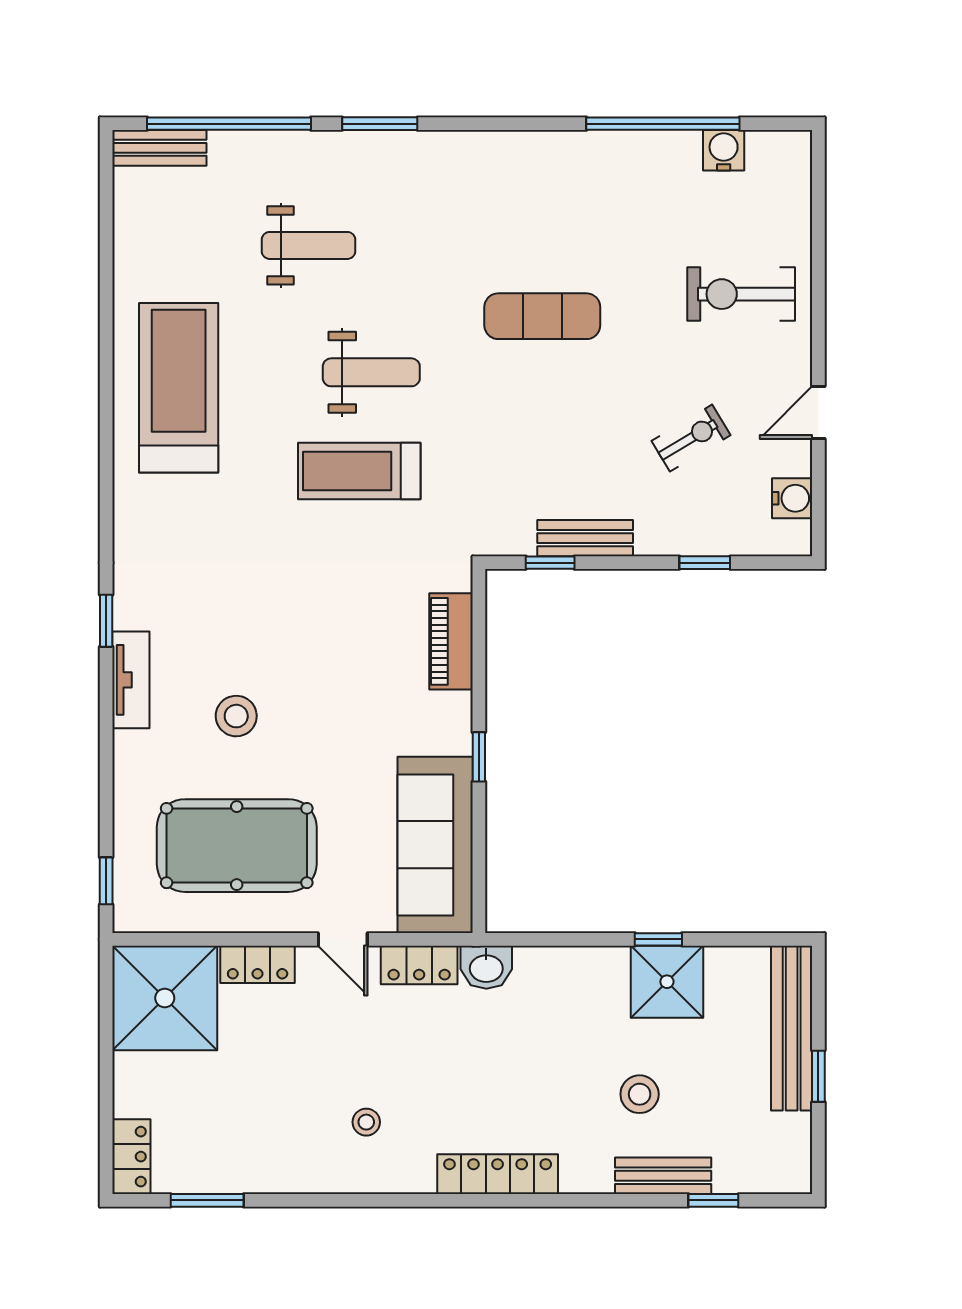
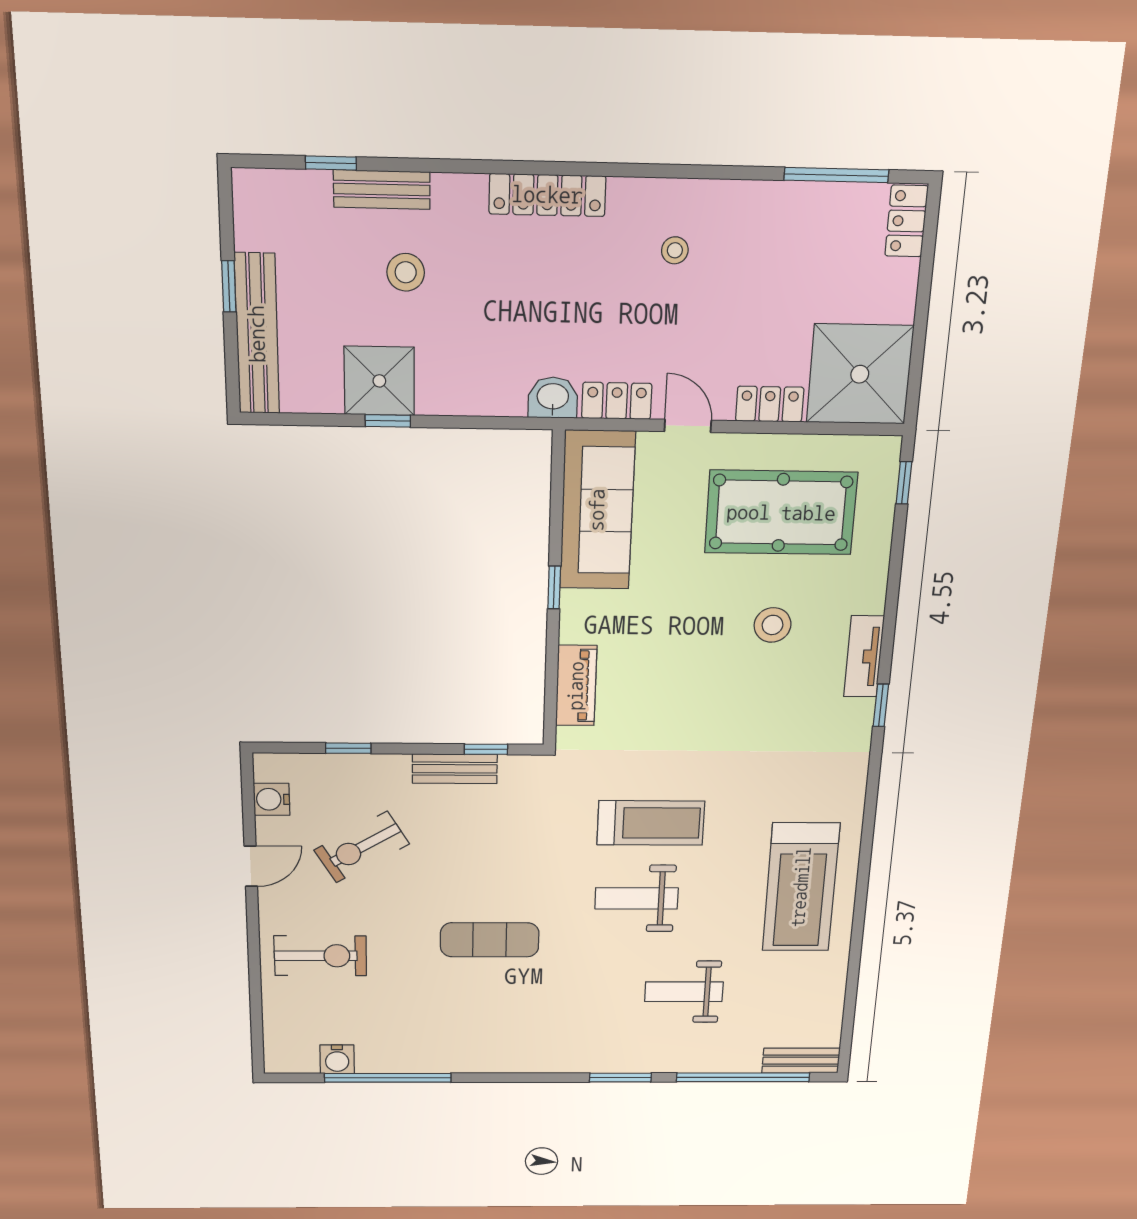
exercise bike: (691, 438) -> (362, 847), width x1.38, depth x1.39
window: (207, 1200) -> (836, 175), width x1.44

